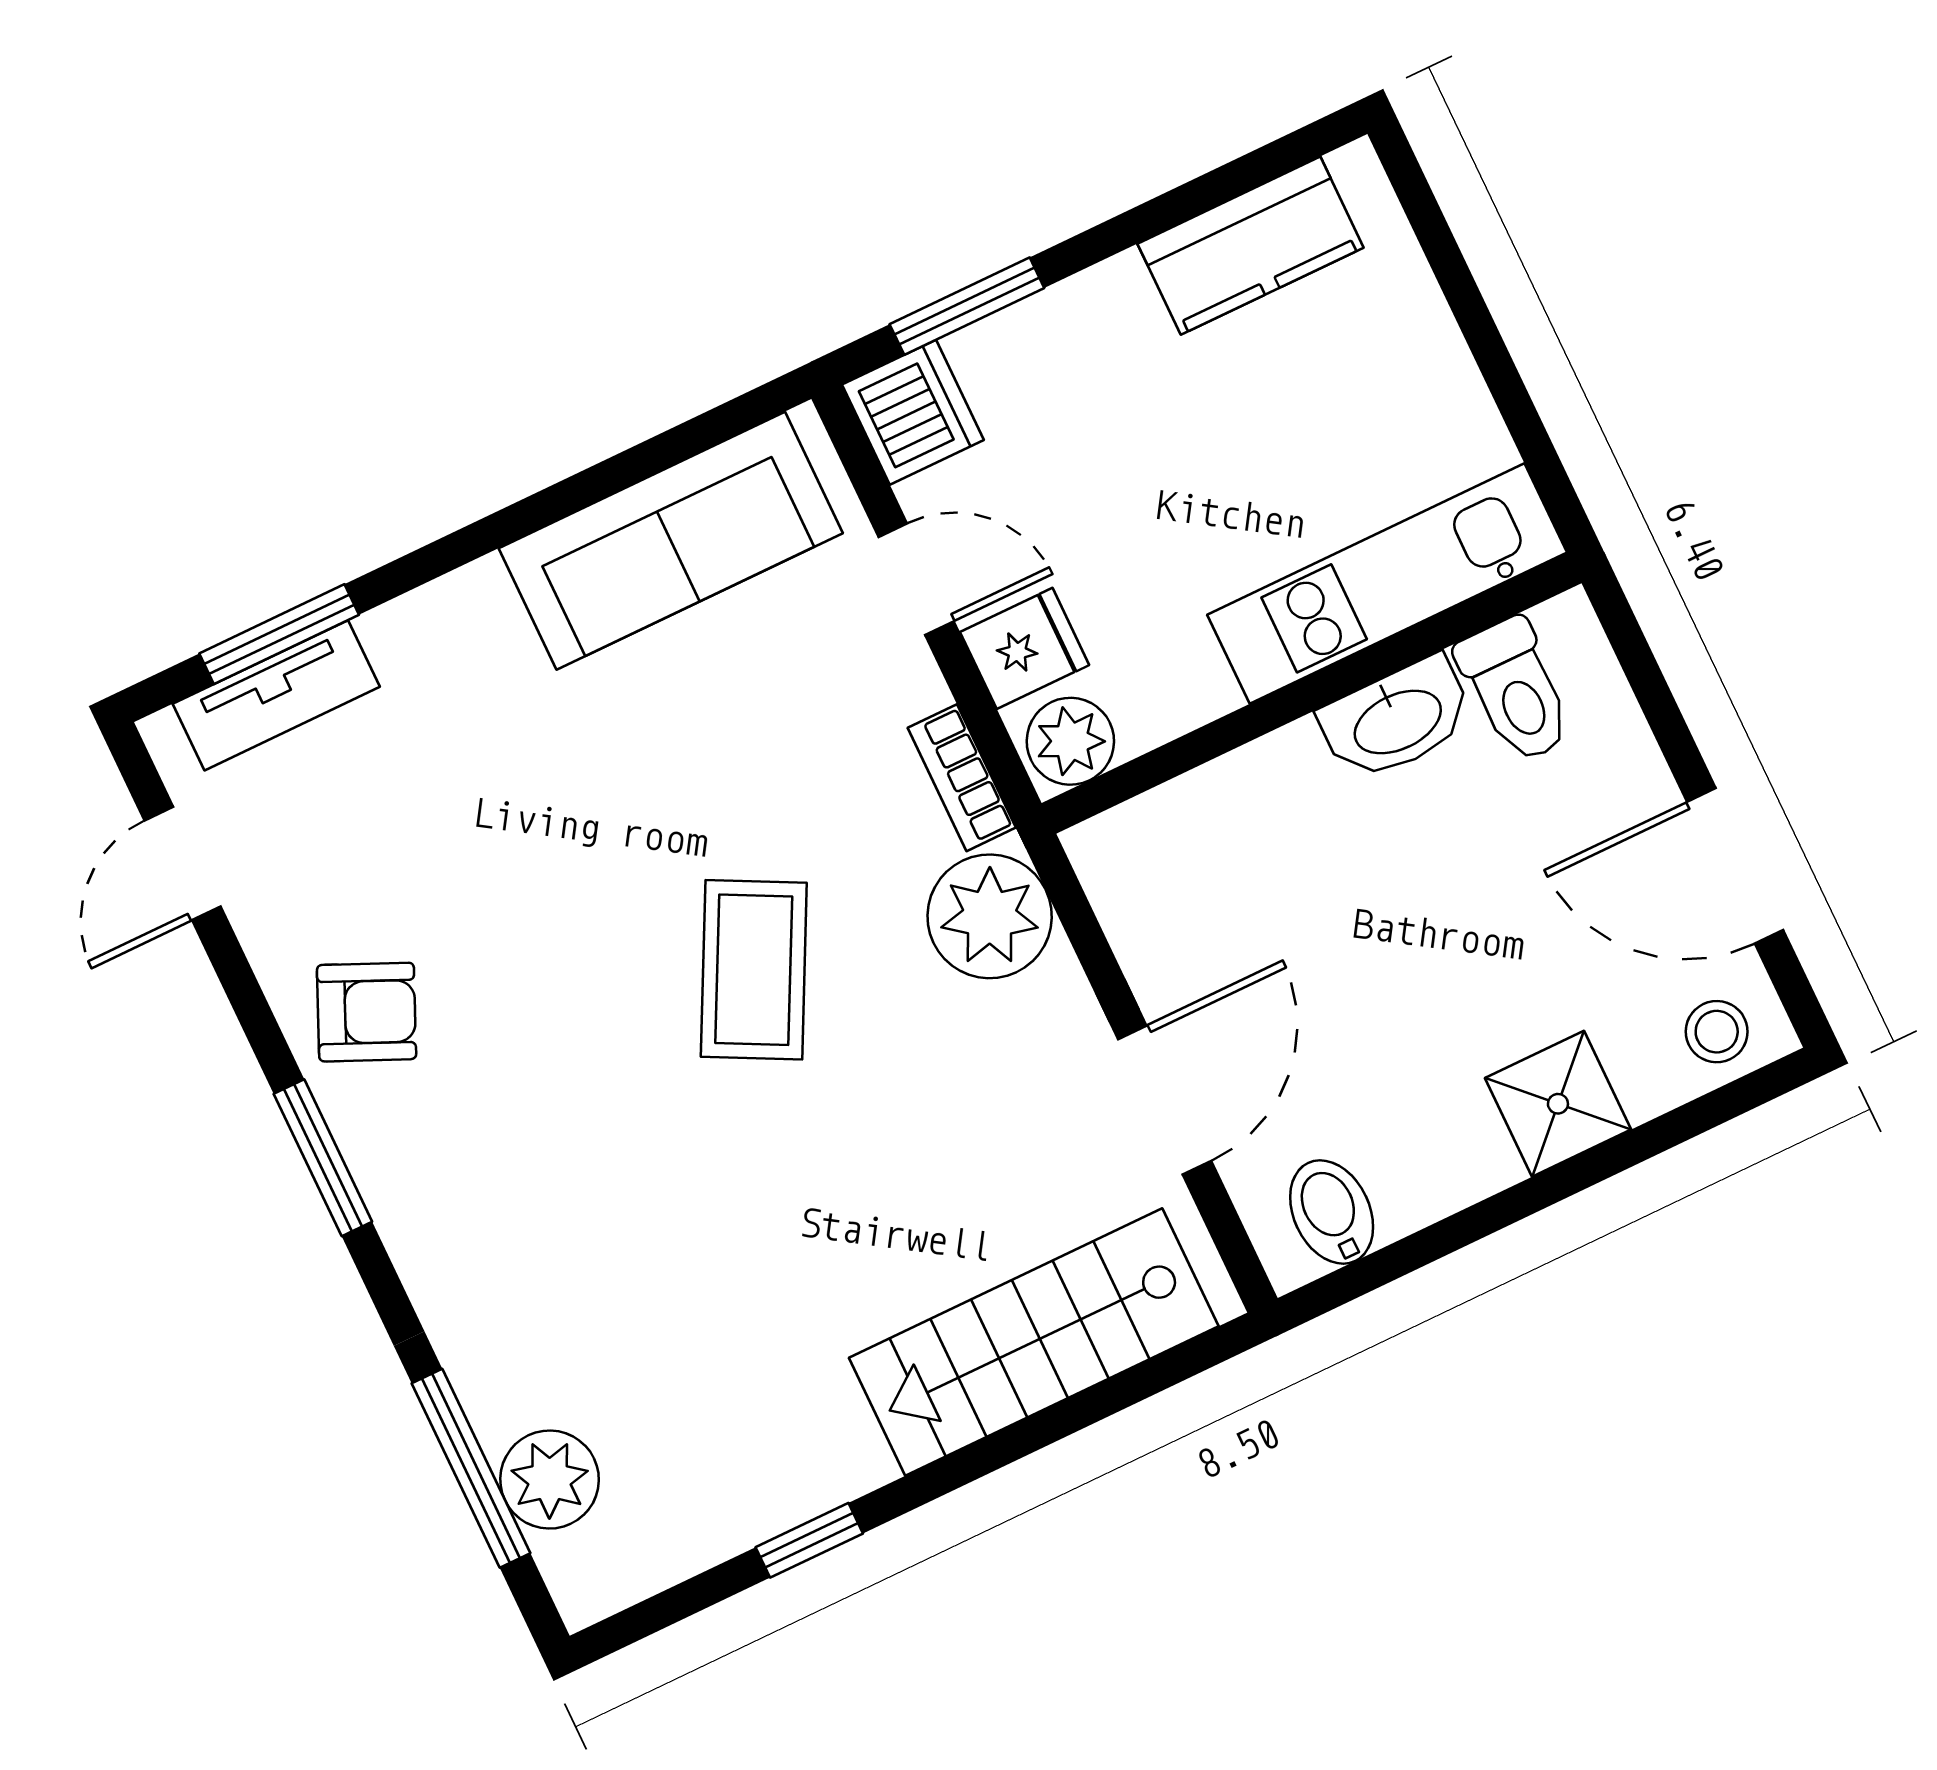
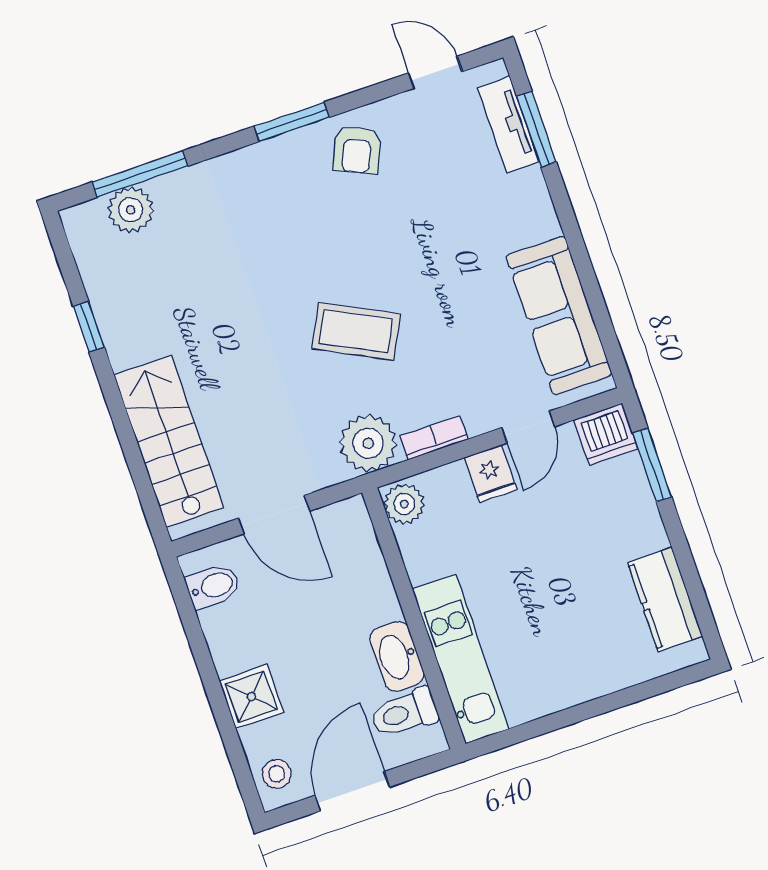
kitchen unit: (1387, 584) -> (461, 659), moved
toilet: (1516, 690) -> (404, 713), moved
wall: (1312, 693) -> (414, 618), moved
washbasin: (1397, 720) -> (397, 656), moved
plant: (1070, 741) -> (404, 504), moved

